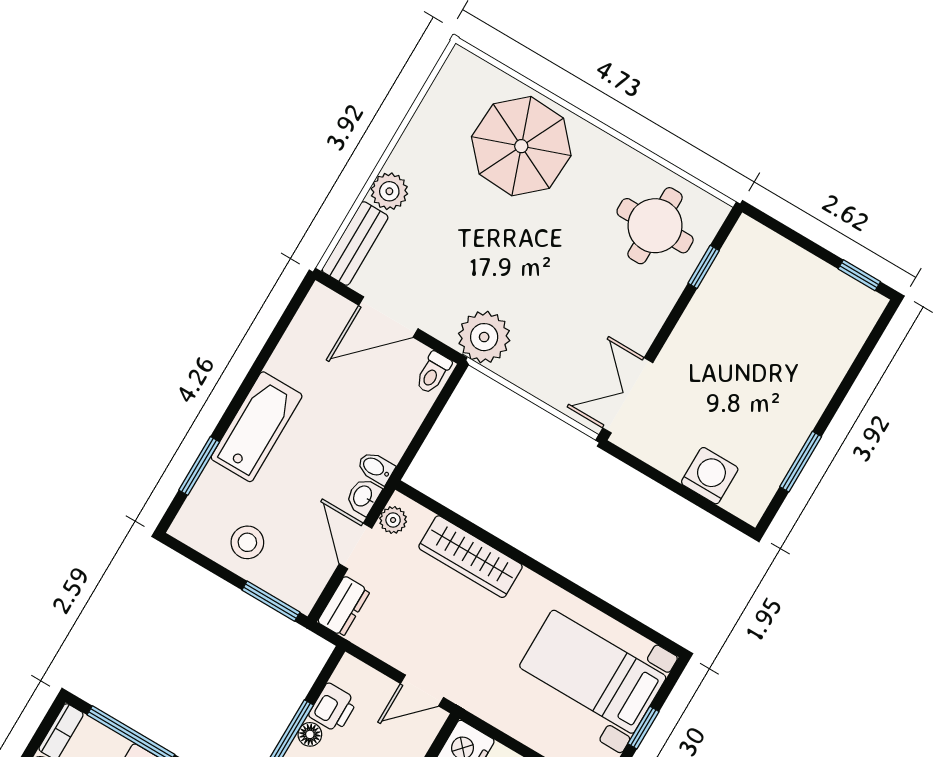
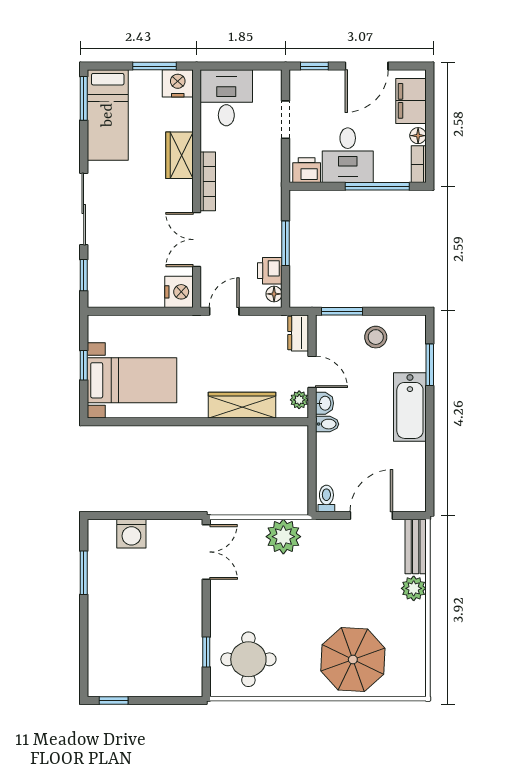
plant: (484, 337) -> (283, 537), moved
floor lamp: (310, 734) -> (274, 294), moved

